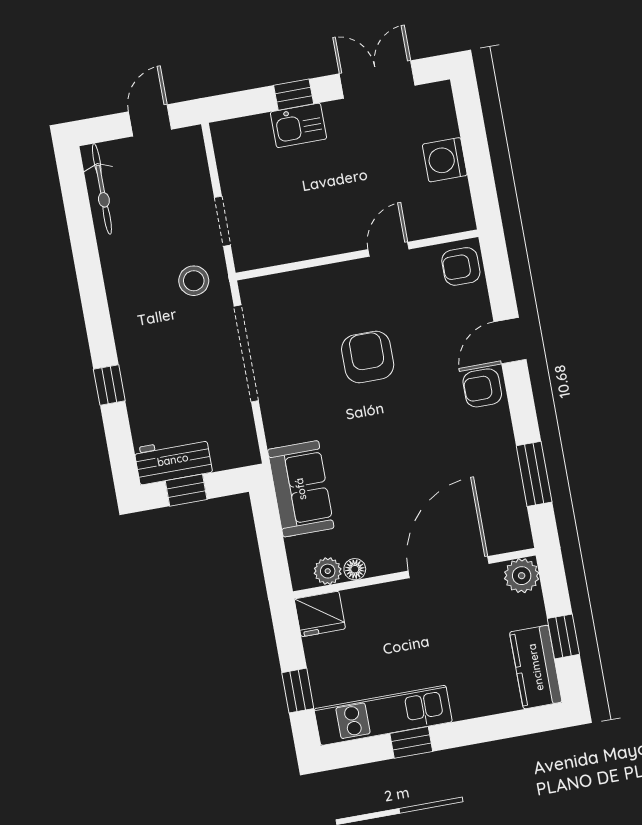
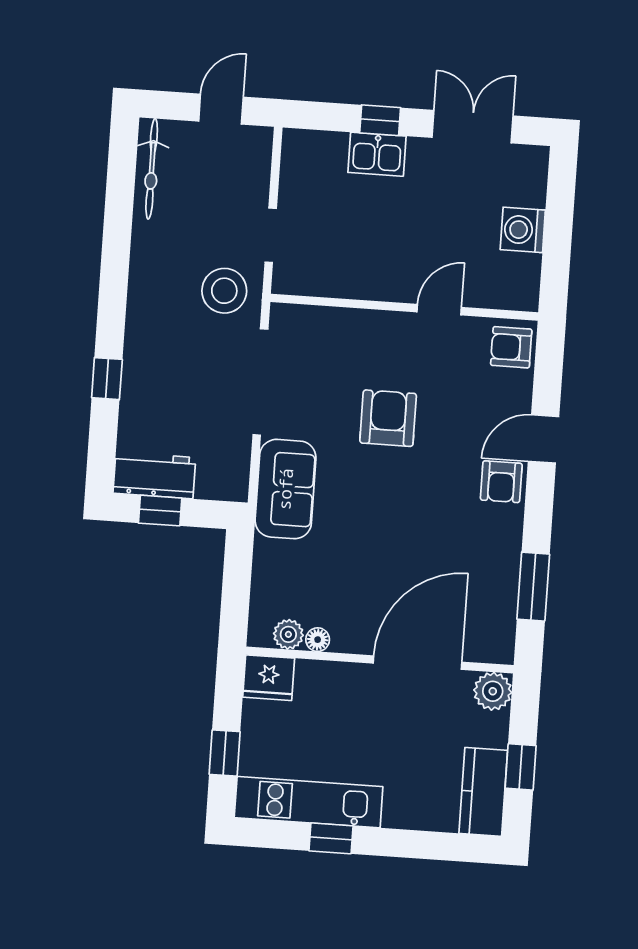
stool: (194, 281) -> (224, 291), width x1.38, depth x1.38
armchair: (482, 388) -> (501, 482), turned -90
sofa: (301, 489) -> (285, 489), moved

